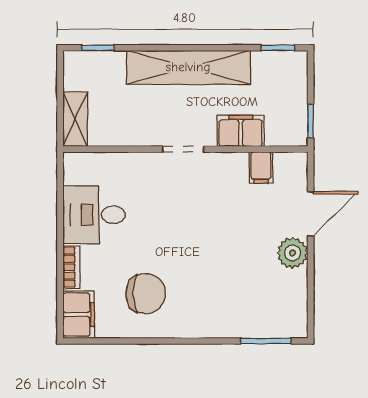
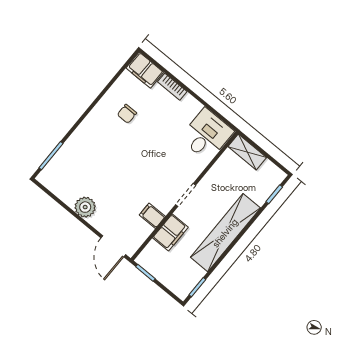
filing cabinet: (261, 168) -> (152, 216), moved
door: (311, 214) -> (113, 246), moved
desk: (94, 215) -> (207, 135), moved
chair: (146, 294) -> (127, 114), width x0.54, depth x0.54

